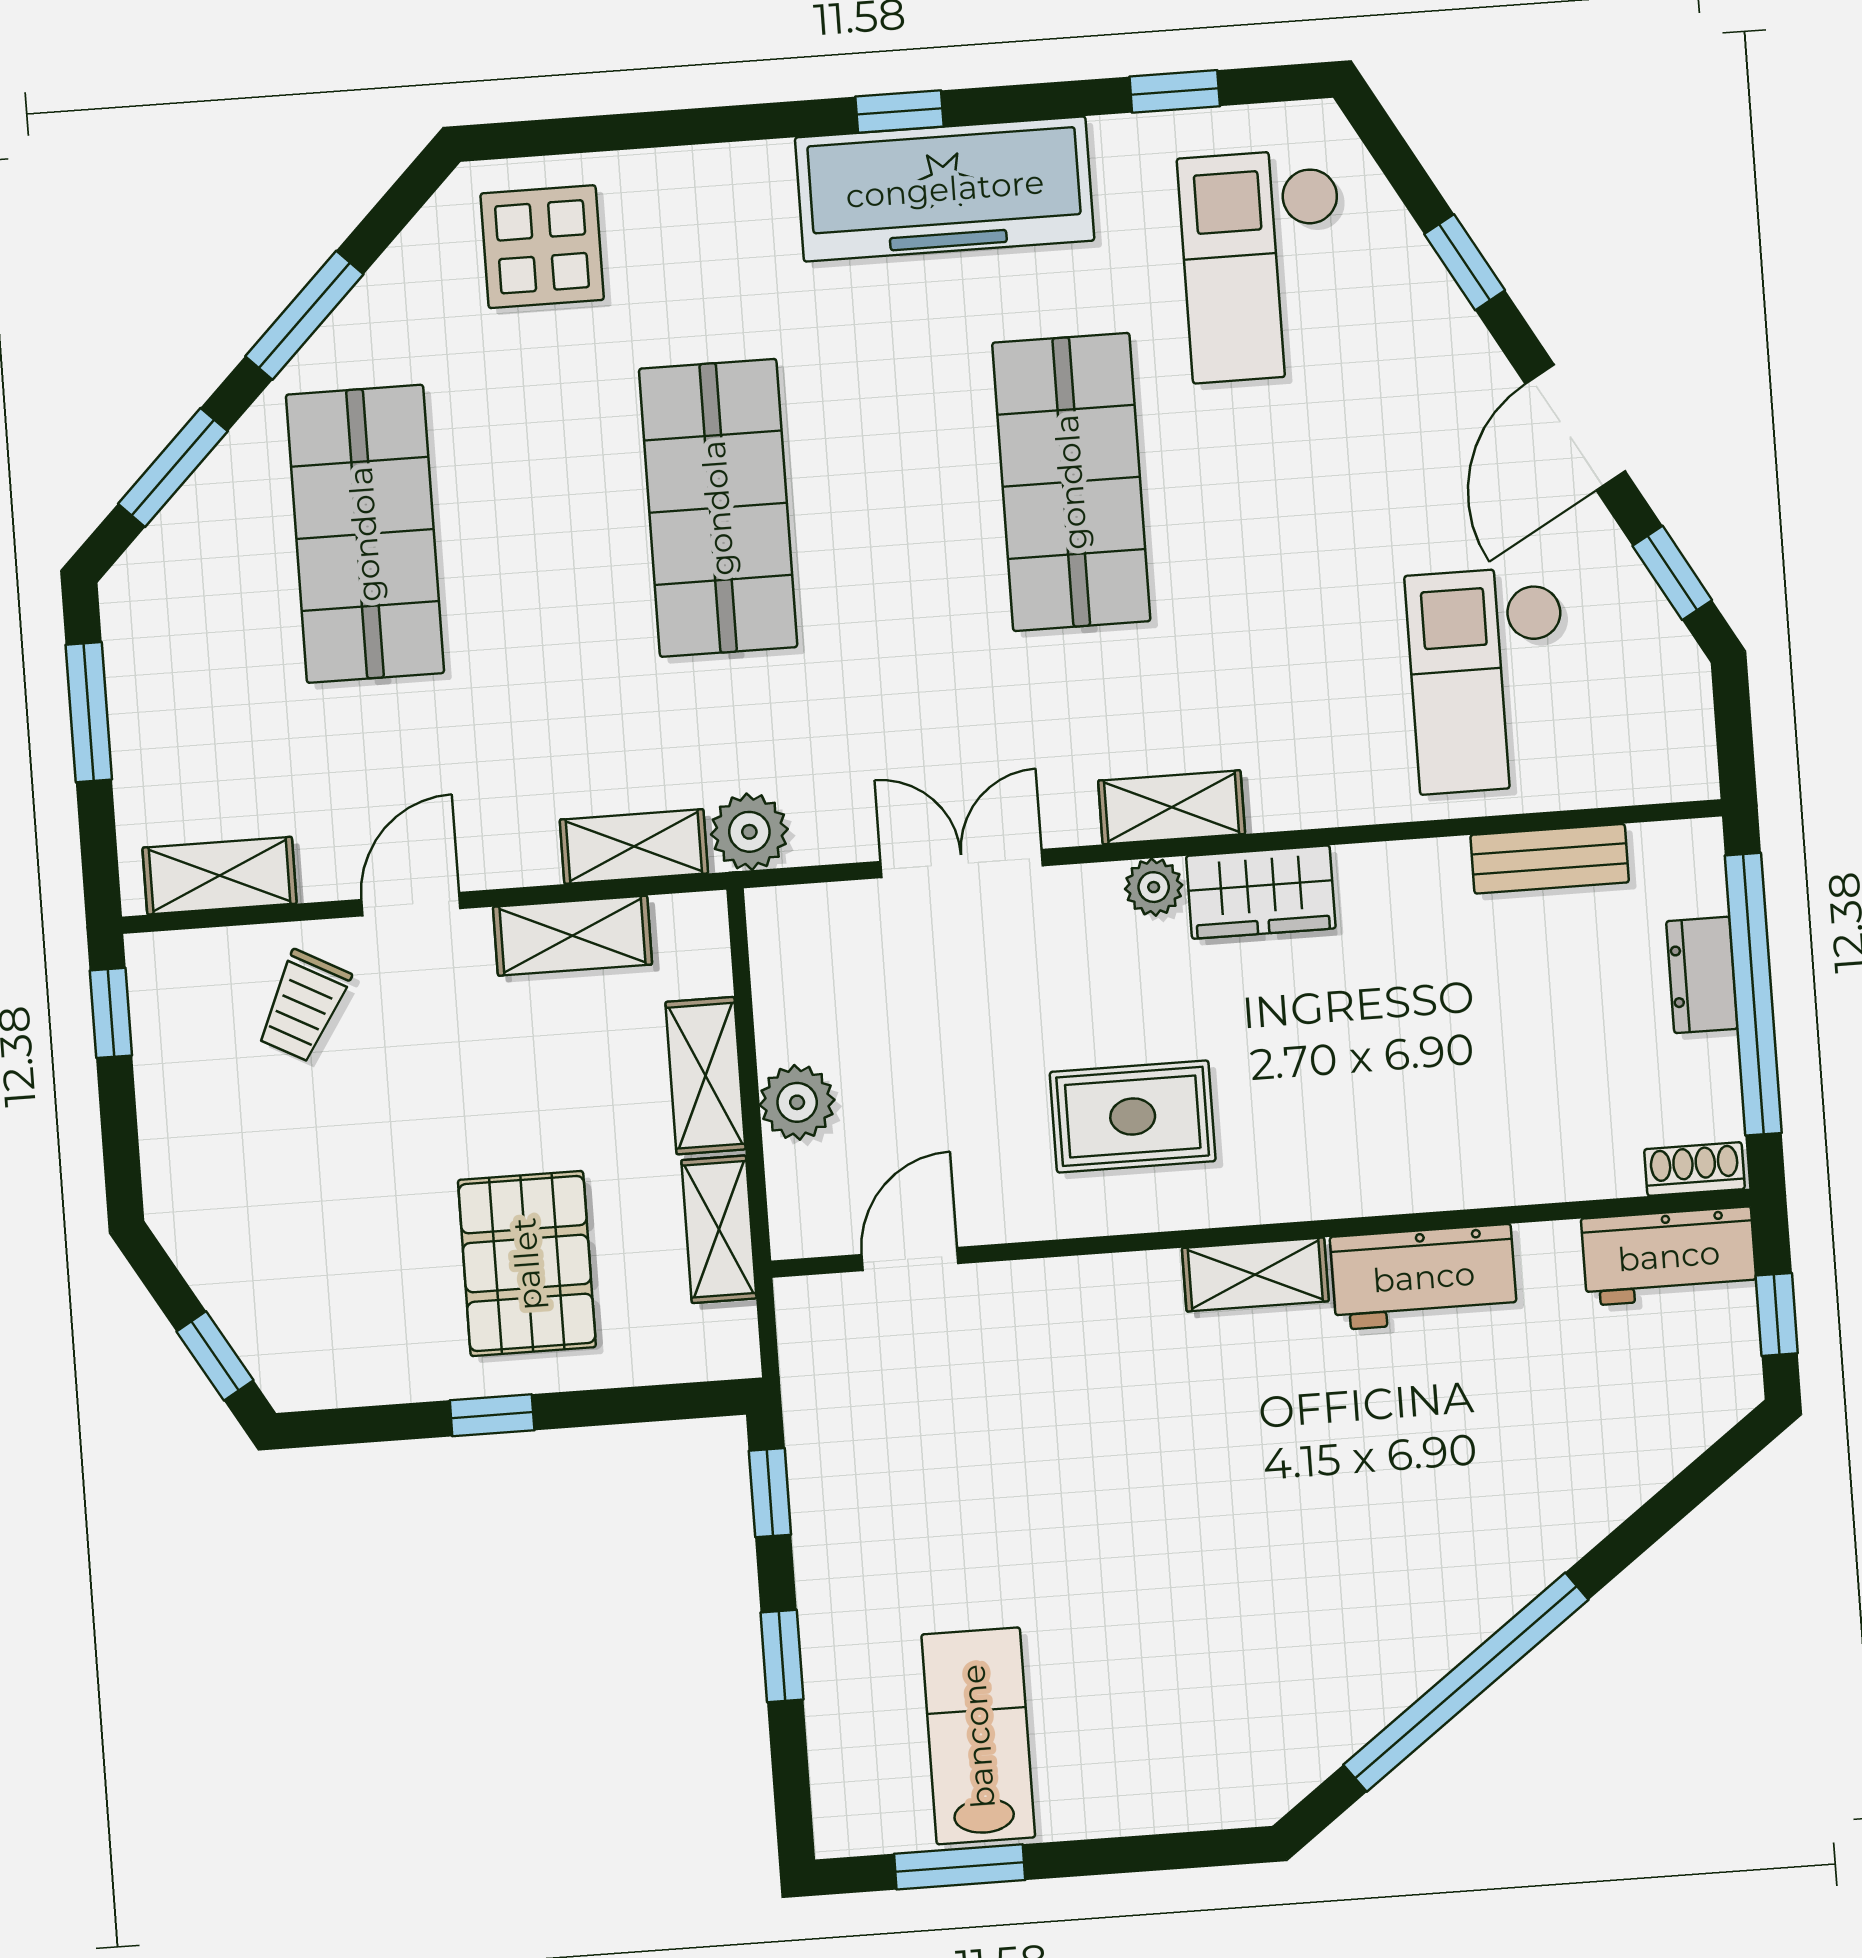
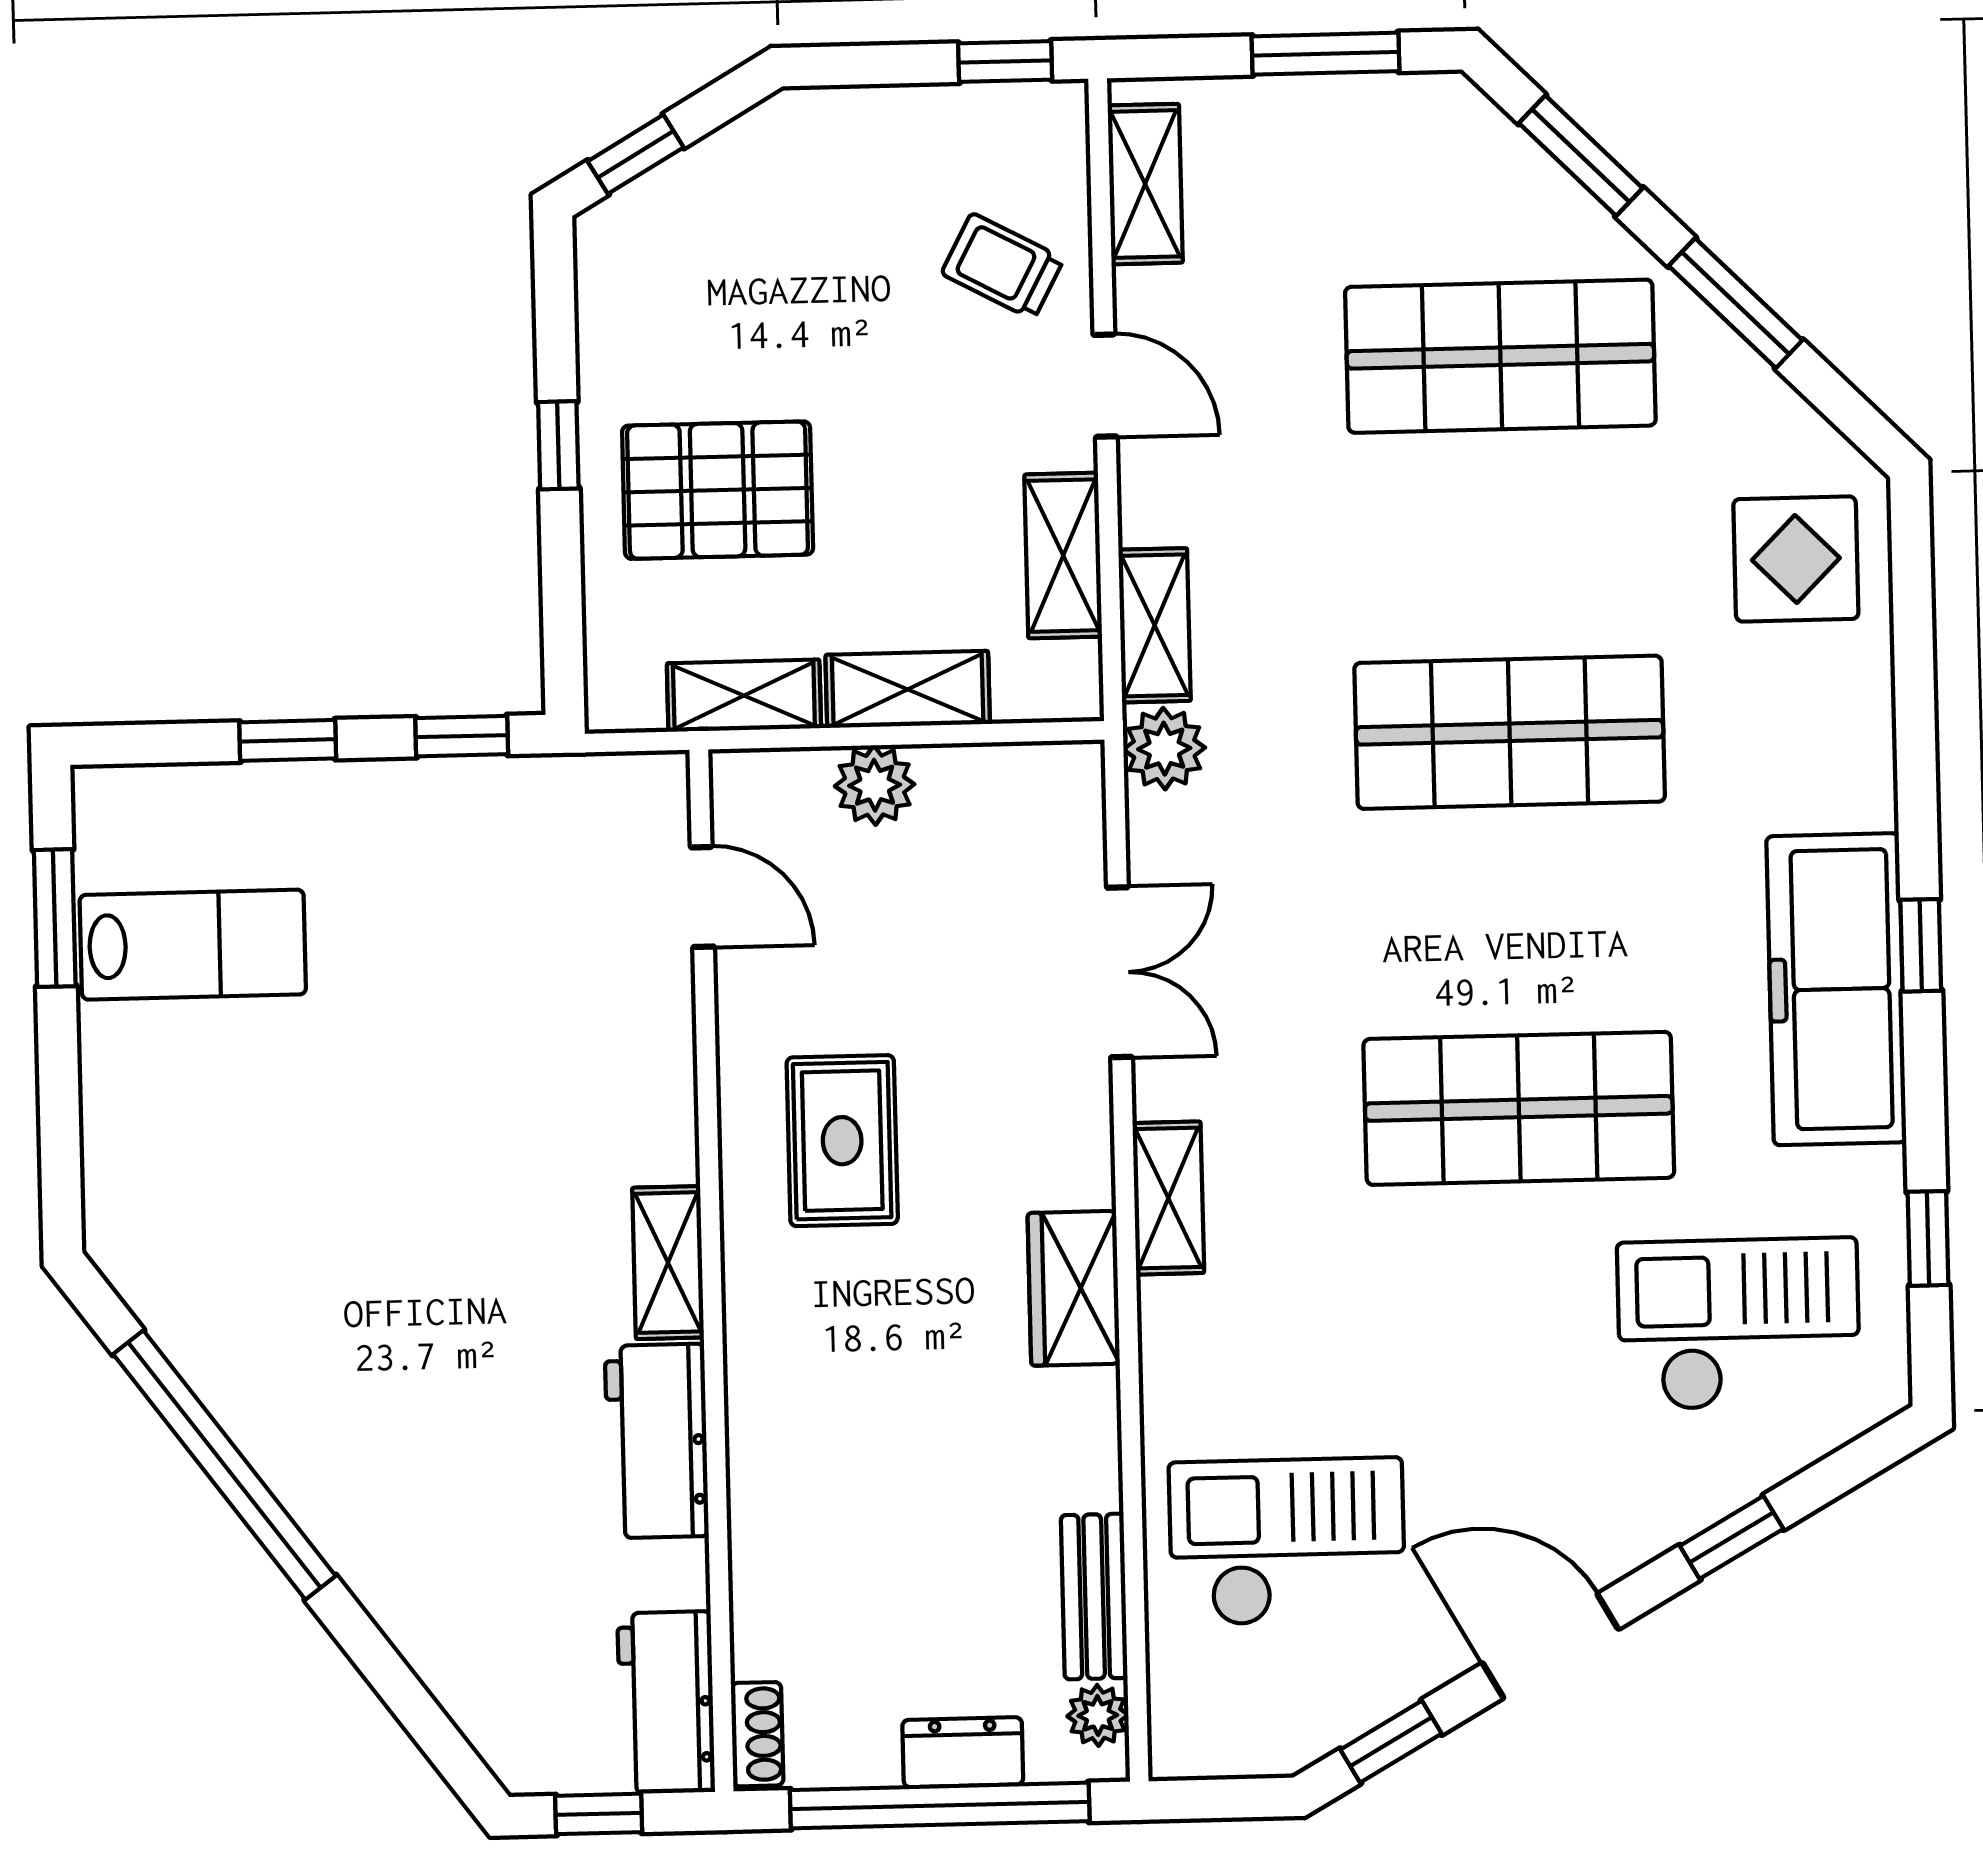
plant: (1154, 887) -> (1098, 1715), moved

